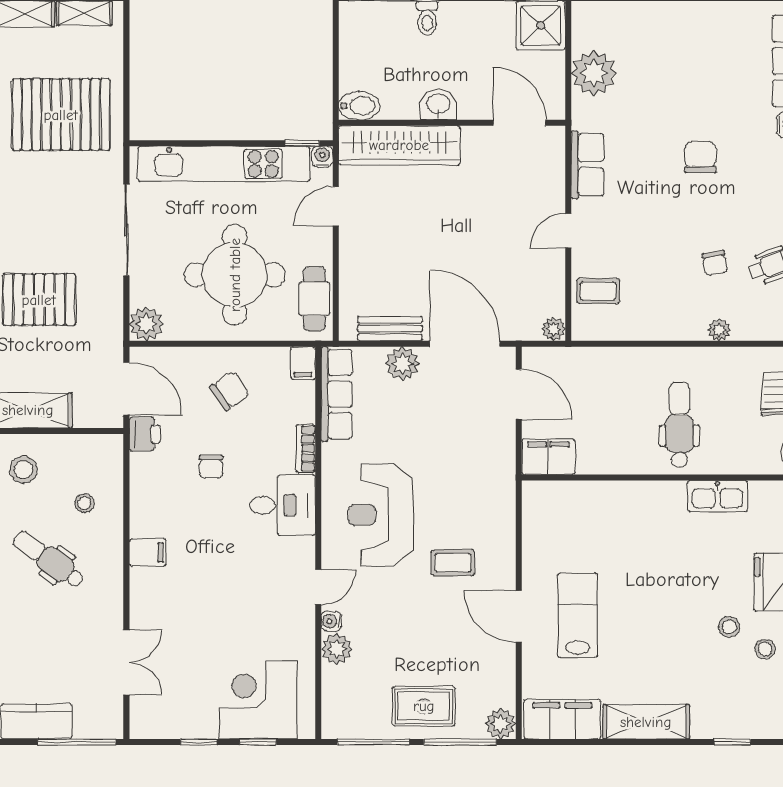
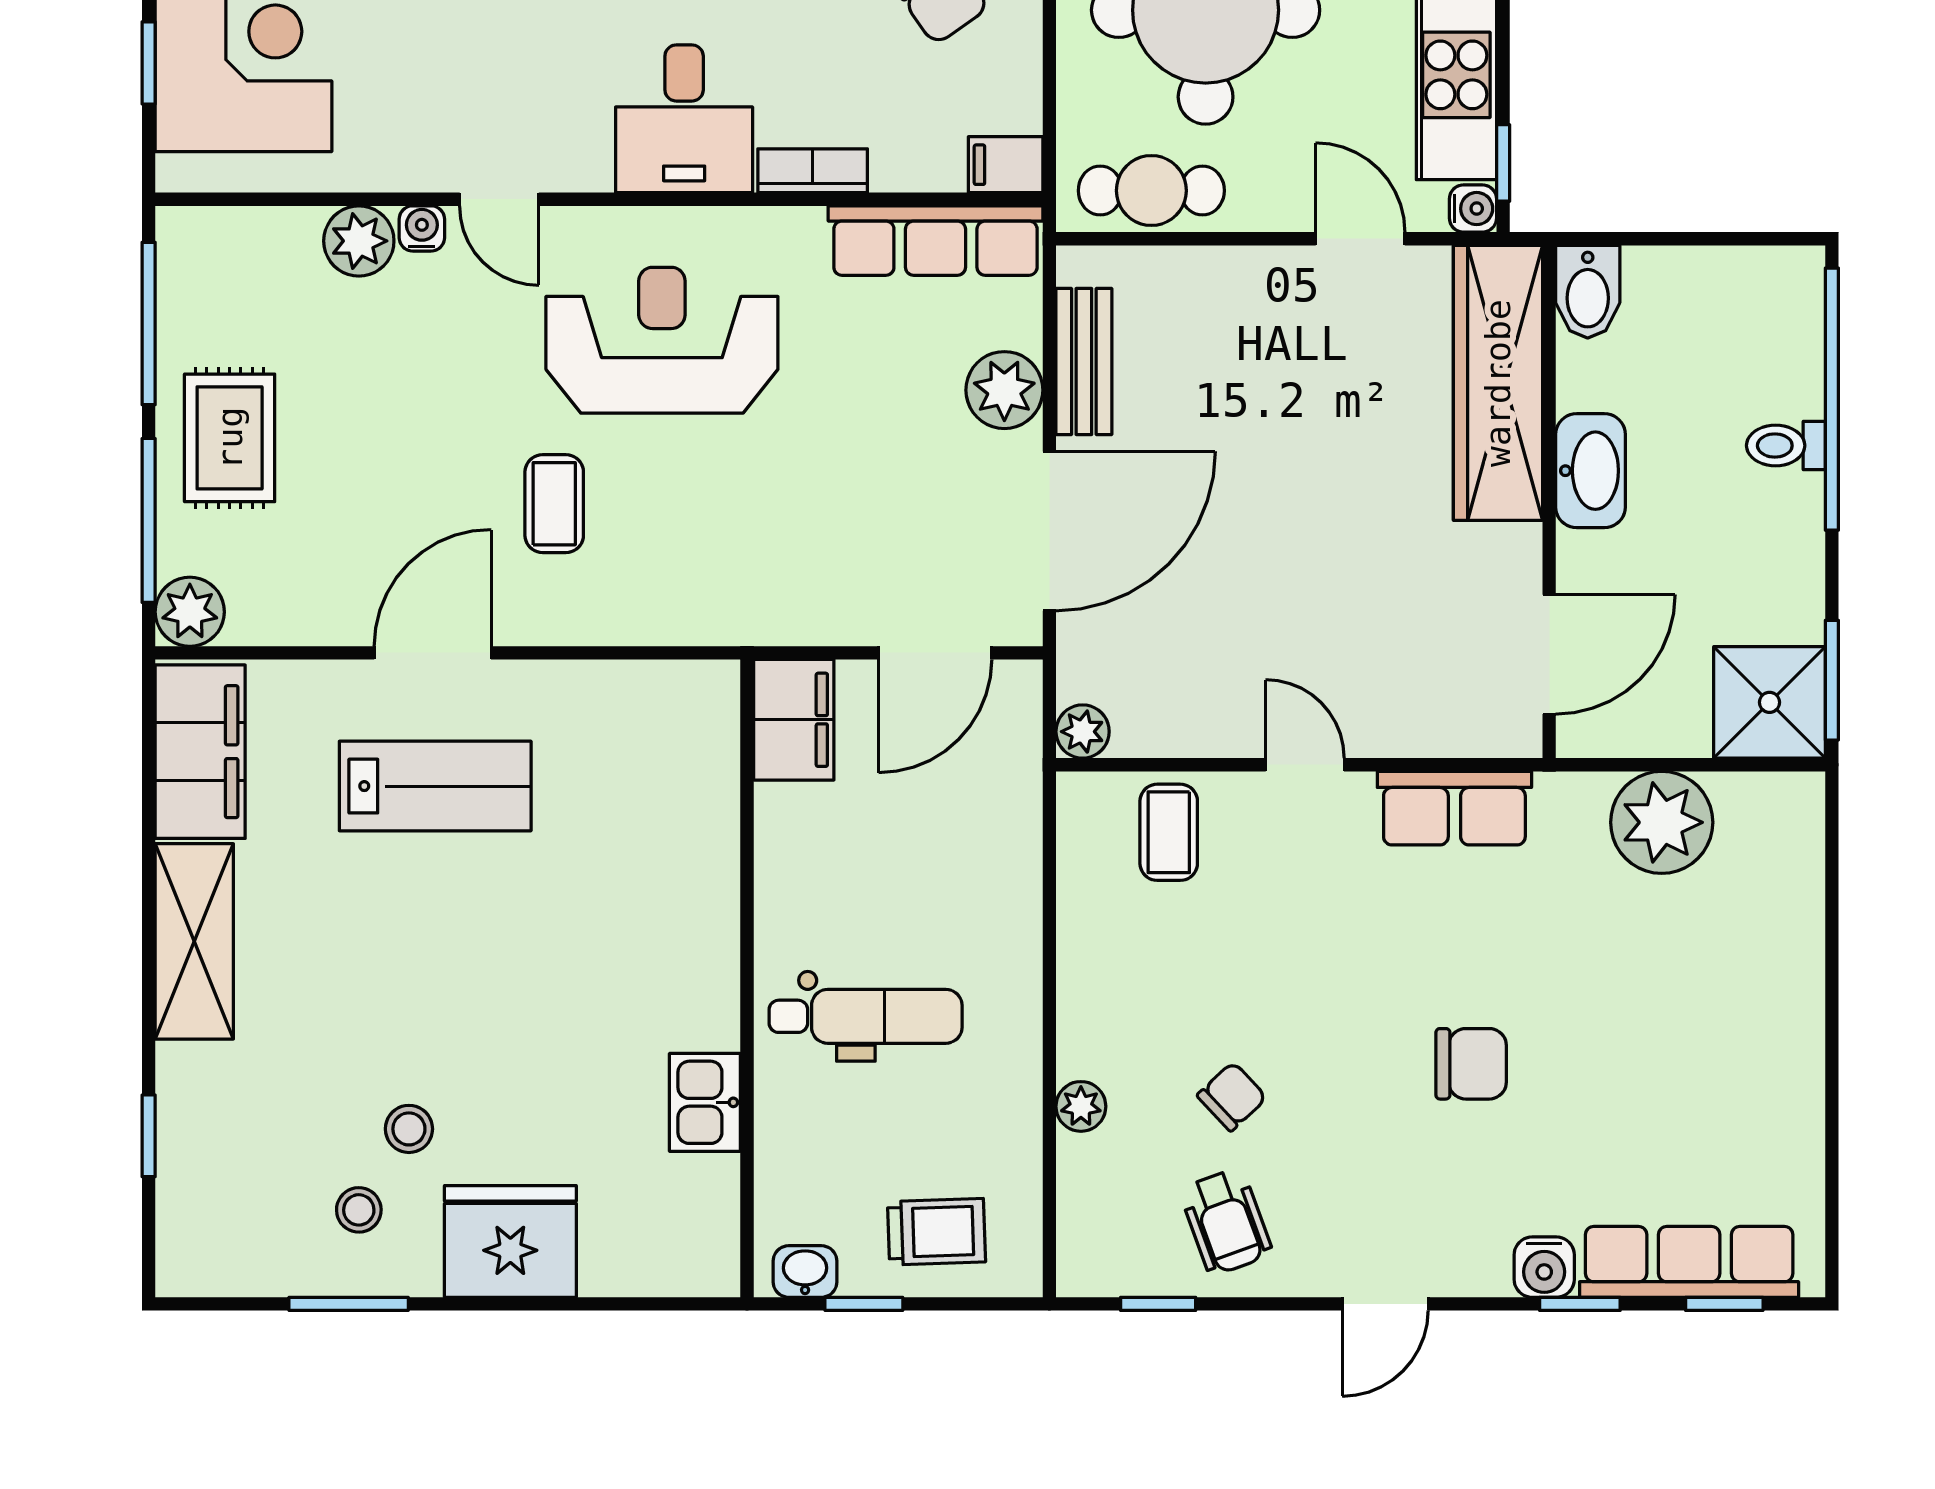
washbasin: (438, 105) -> (1591, 471), width x1.38
chair: (715, 263) -> (1232, 1097), turned 147
kitchen sink: (717, 496) -> (705, 1102), width x0.73

